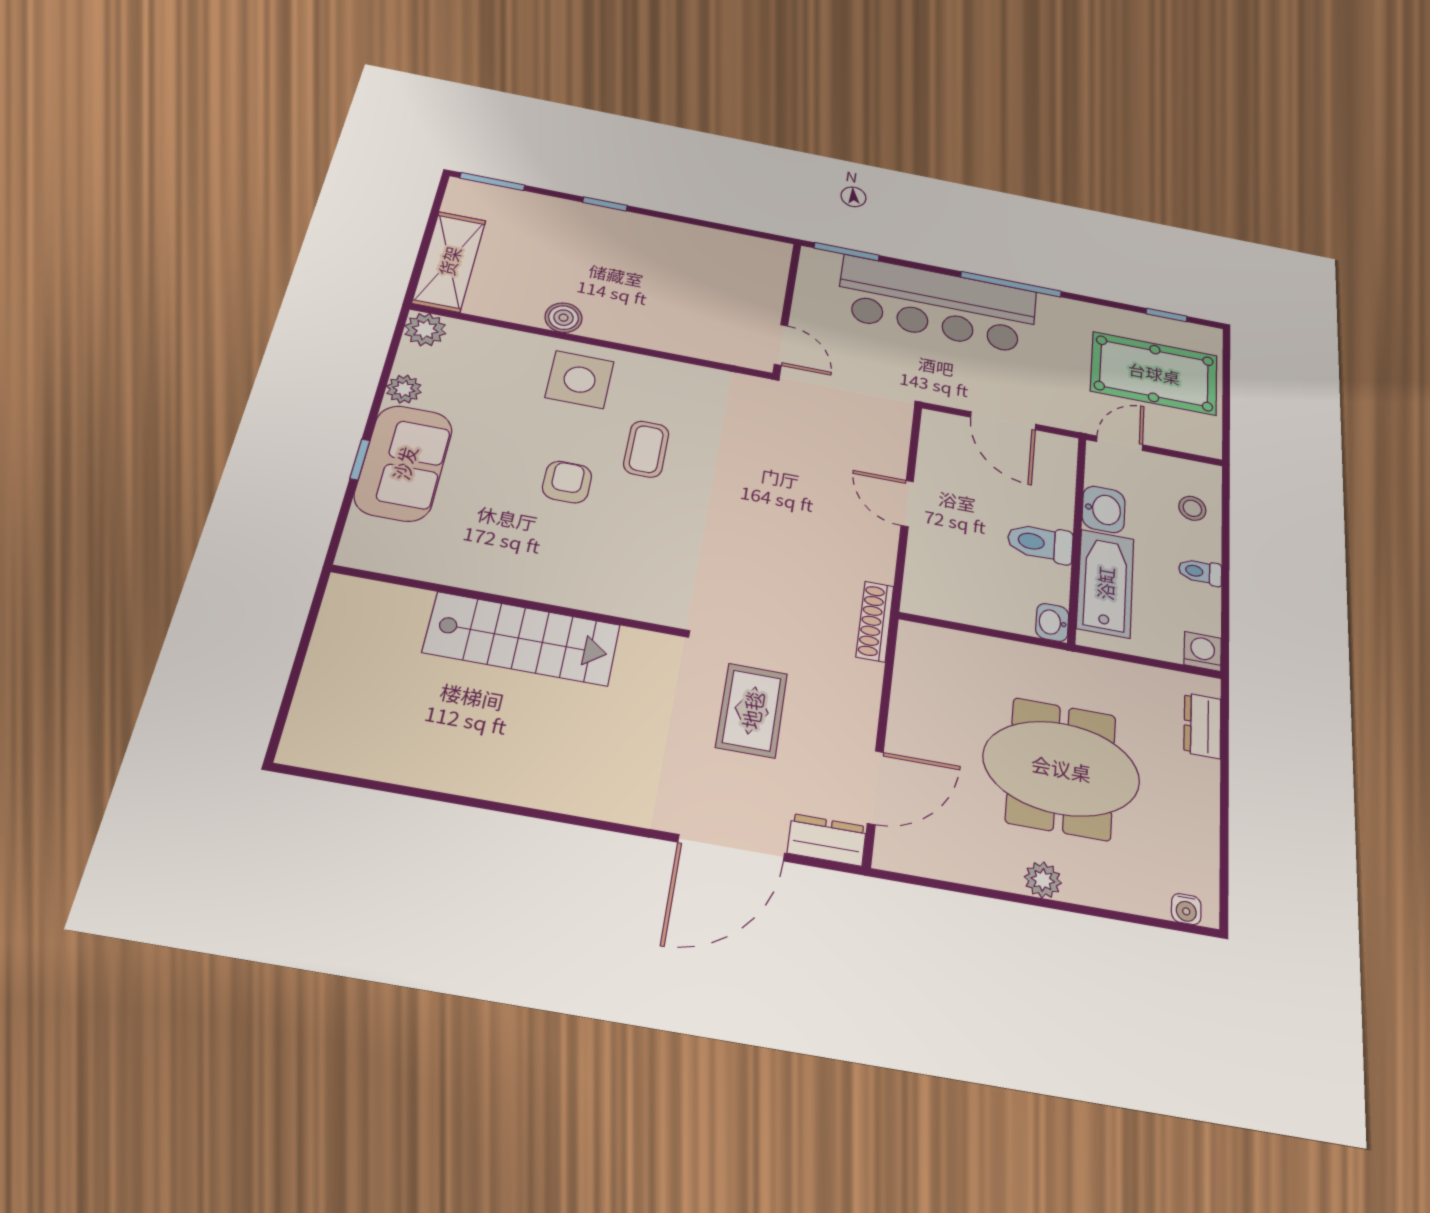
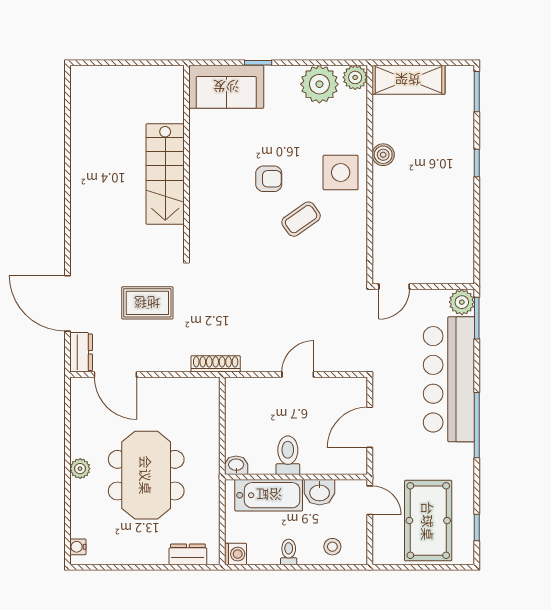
plant: (819, 265) -> (462, 302), added
plant: (404, 389) -> (319, 84), width x1.87, depth x1.87
coffee table: (646, 449) -> (301, 219), turned -35
sofa: (404, 463) -> (226, 87), moved

